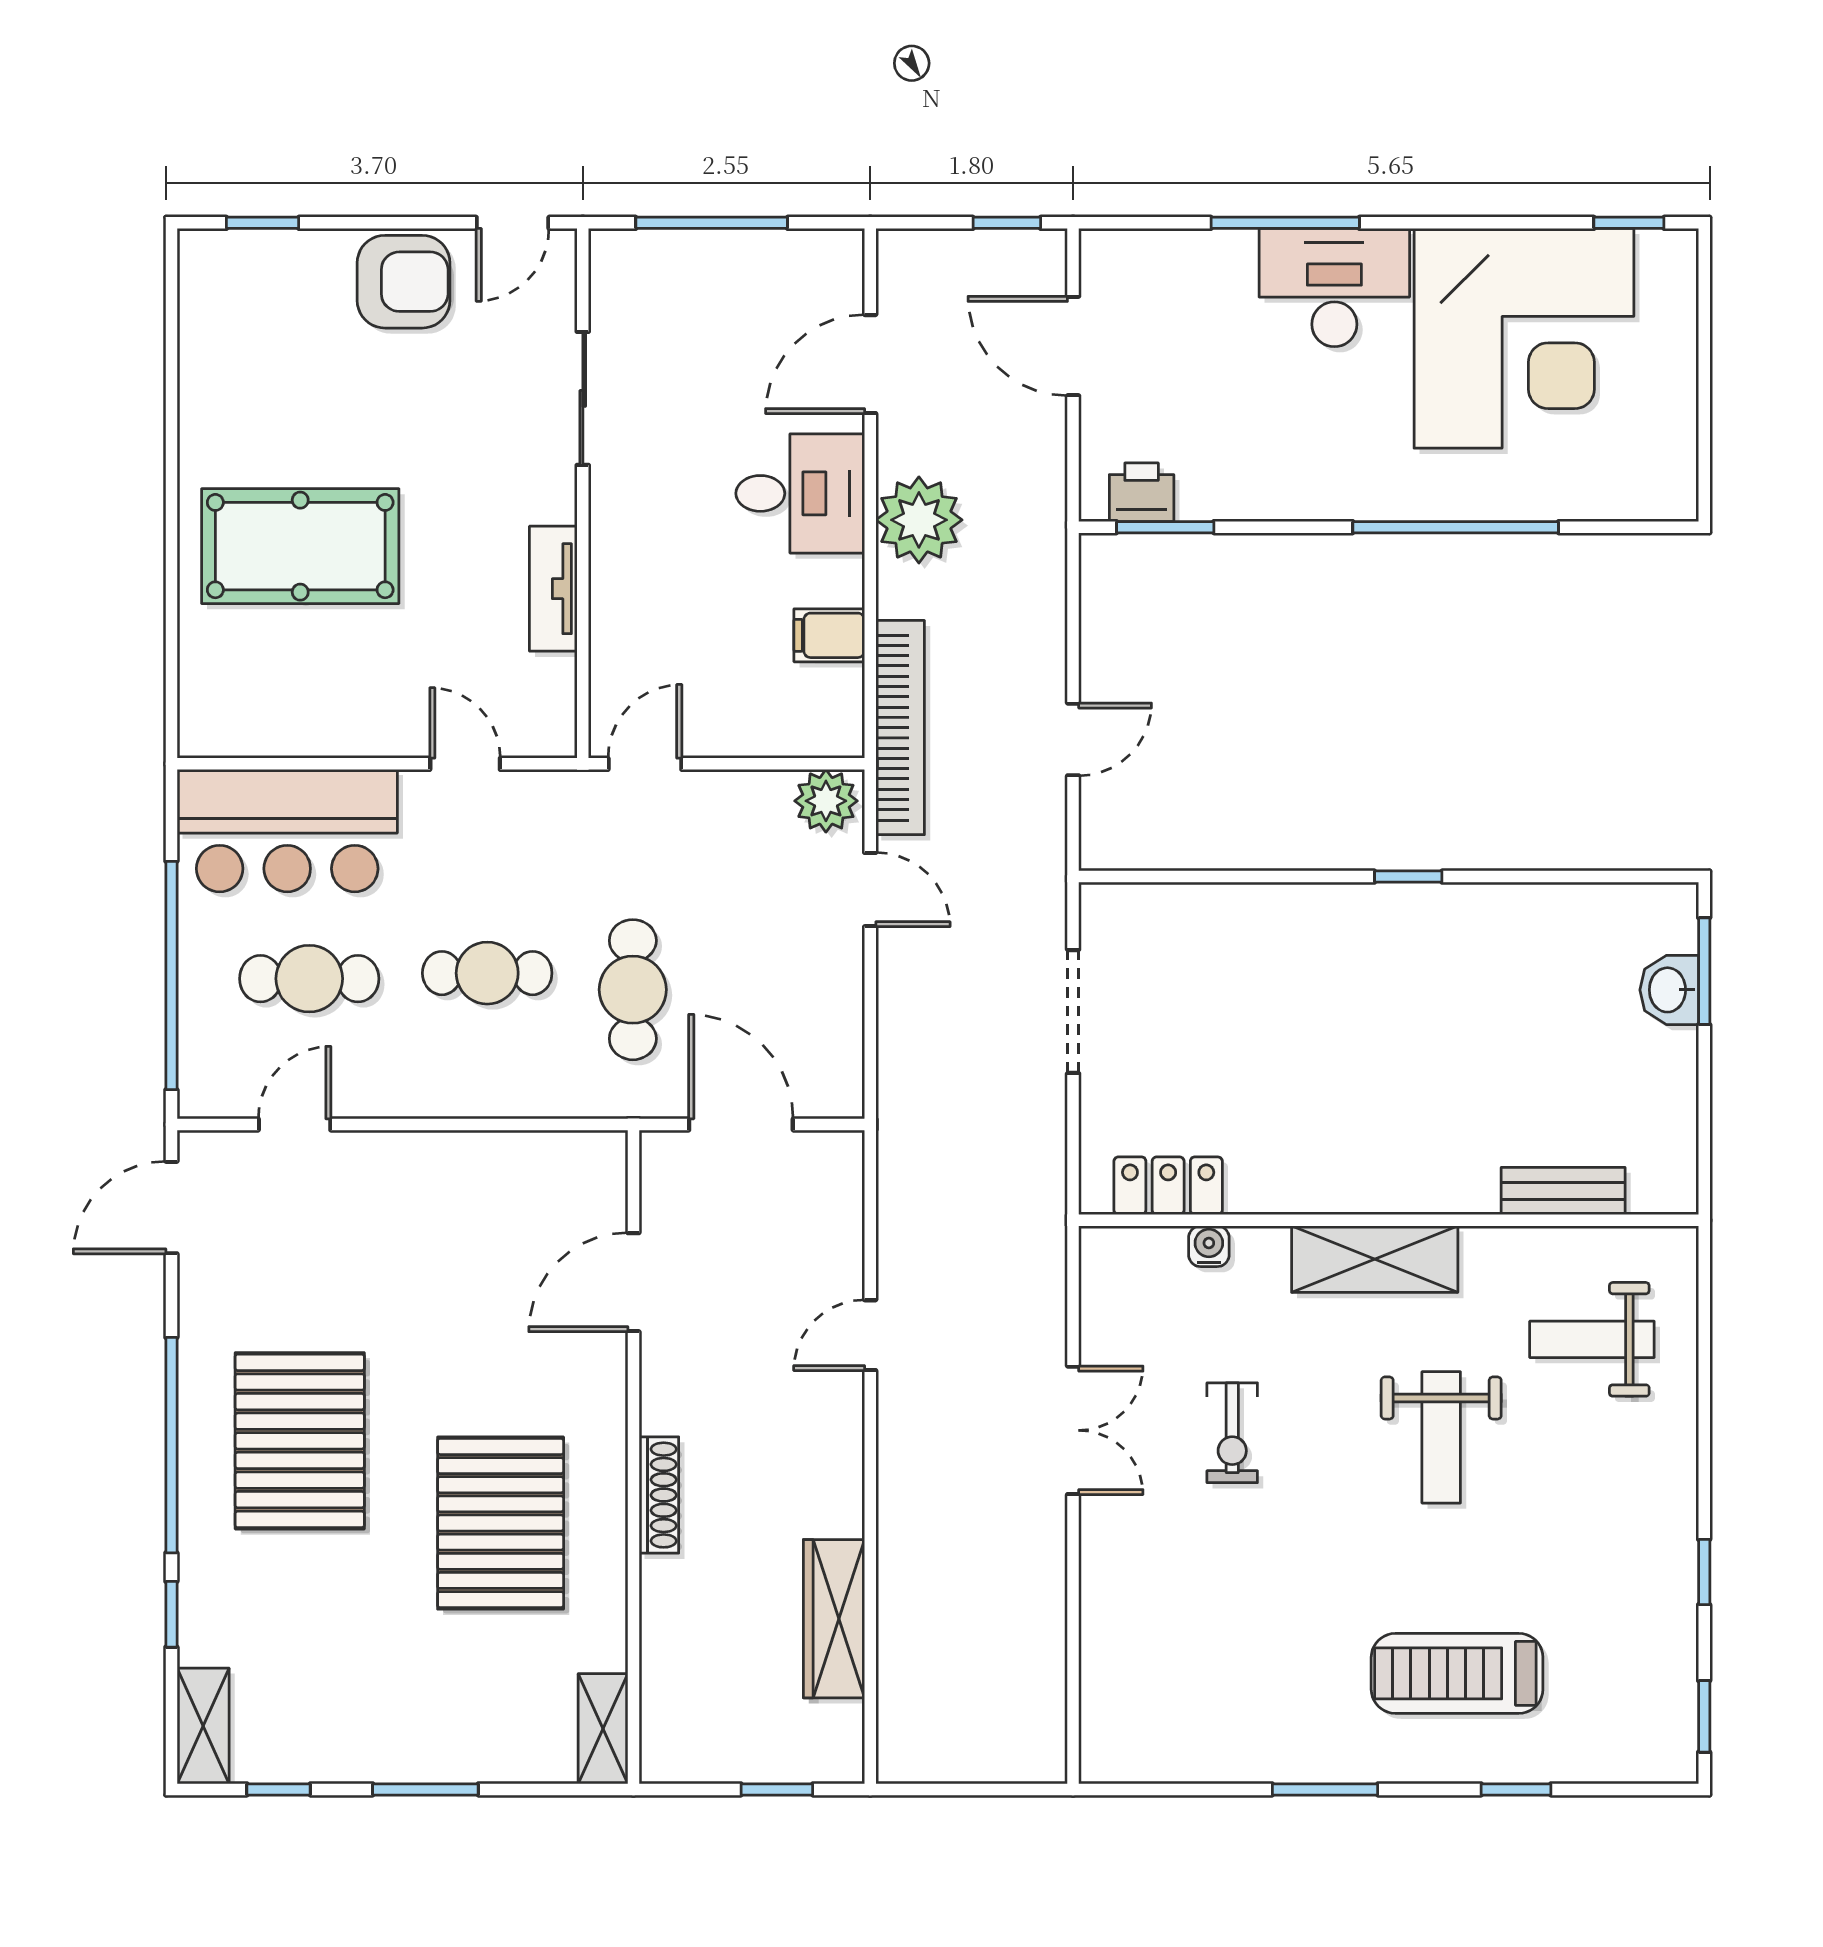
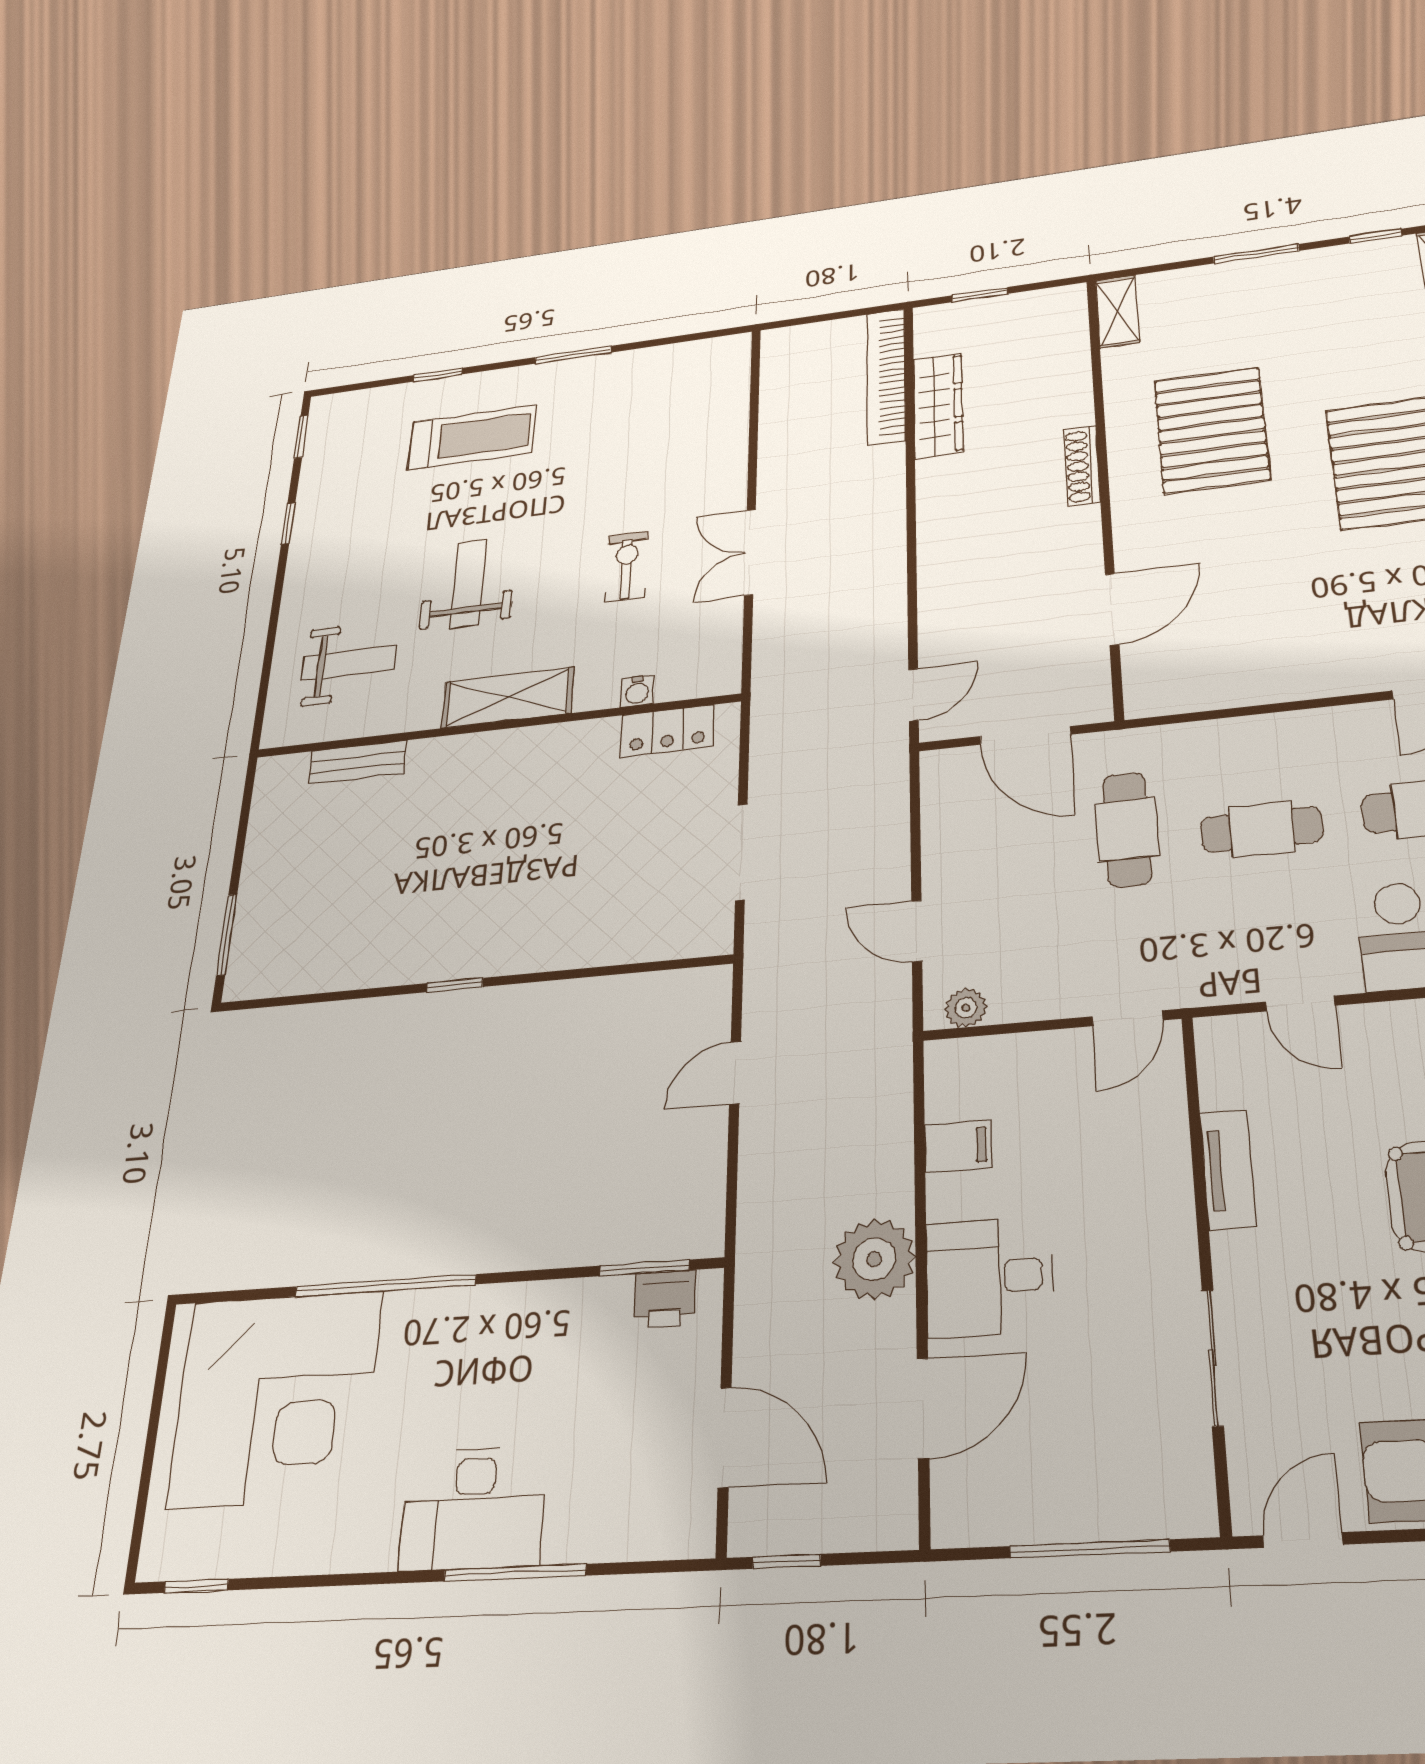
corner desk: (1524, 338) -> (275, 1398), moved, turned 180
bookcase: (900, 728) -> (886, 377), moved
plant: (826, 801) -> (966, 1008), width x0.73, depth x0.73
washbasin: (1669, 990) -> (256, 918), removed
door: (870, 1335) -> (914, 695), moved

